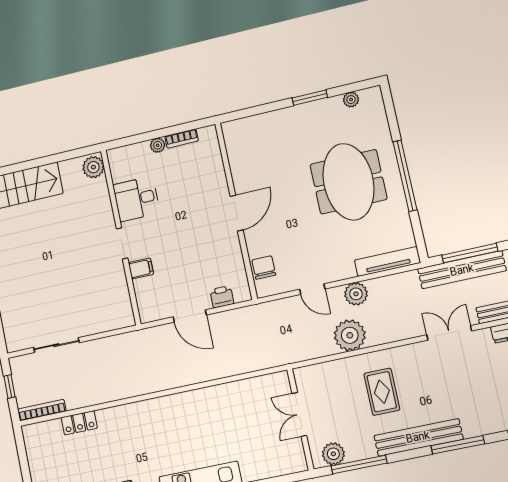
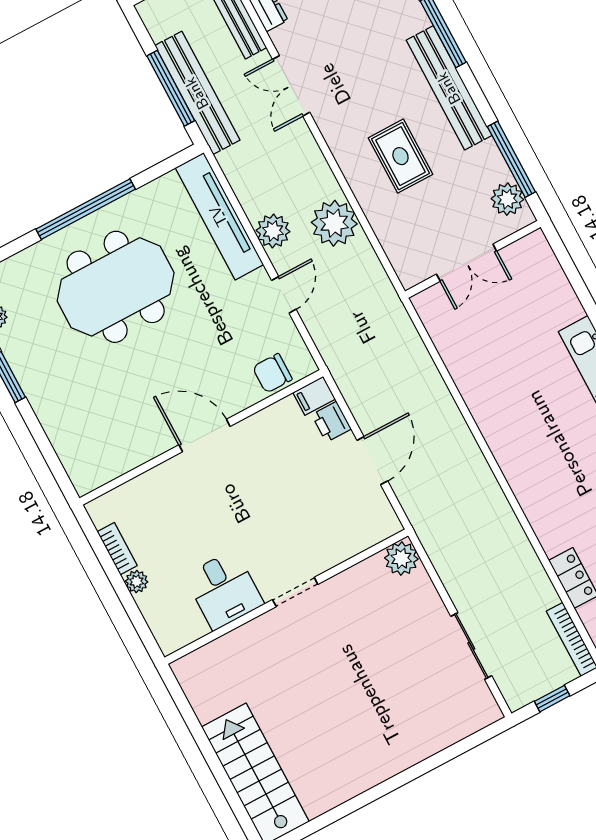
plant: (93, 167) -> (401, 558), moved
tv unit: (387, 262) -> (219, 216), width x1.36, depth x1.29
filing cabinet: (141, 269) -> (314, 396), moved, turned -90
rug: (382, 392) -> (400, 156), turned 90

